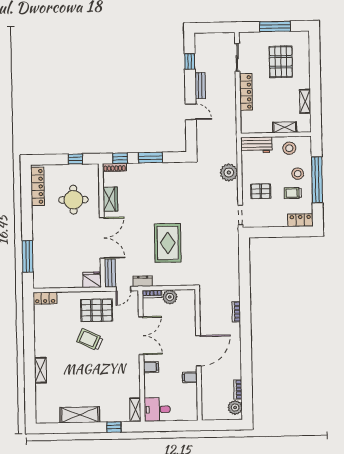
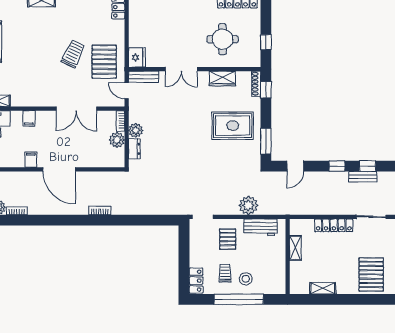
pallet: (281, 62) -> (371, 274), moved, turned 90
bench: (200, 86) -> (363, 177), moved
window: (190, 90) -> (337, 166), added
door: (191, 112) -> (295, 166), moved
shelving: (285, 127) -> (295, 248), moved
workbench: (256, 145) -> (260, 227), moved, turned -90
stool: (289, 148) -> (273, 270), removed
window: (150, 158) -> (266, 141), moved
double door: (102, 238) -> (181, 69), width x0.73
rug: (168, 243) -> (233, 126), moved
plant: (161, 279) -> (136, 130), added
dresser: (143, 281) -> (134, 149), moved
filing cabinet: (151, 367) -> (29, 118), moved

